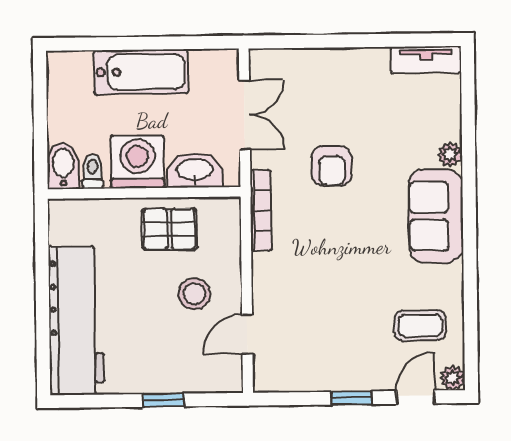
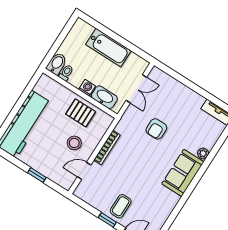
washing machine: (138, 162) -> (87, 88), width x0.53, depth x0.53
bookcase: (261, 210) -> (107, 147), moved
coffee table: (420, 325) -> (121, 206), moved, turned 90

